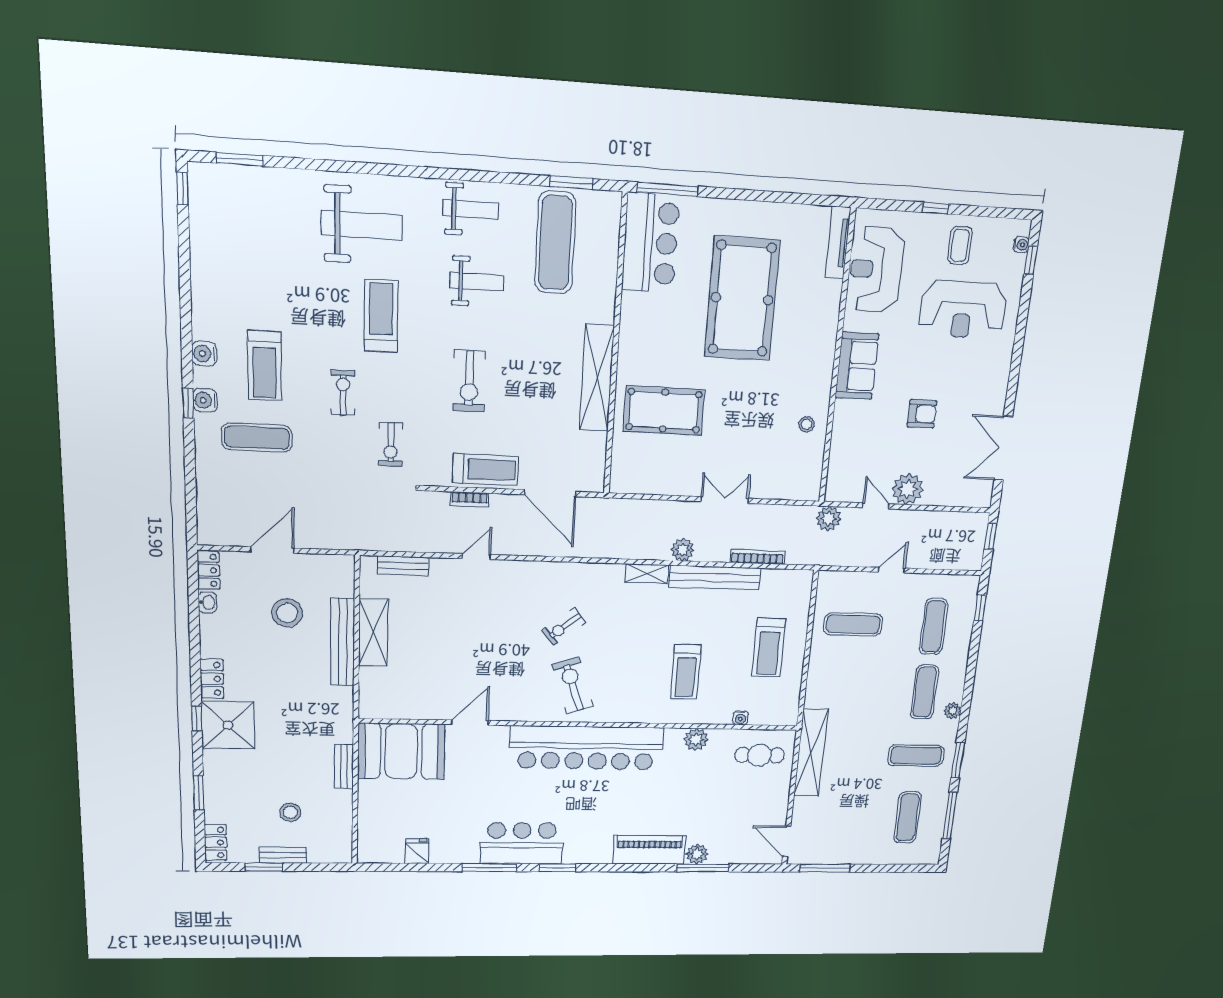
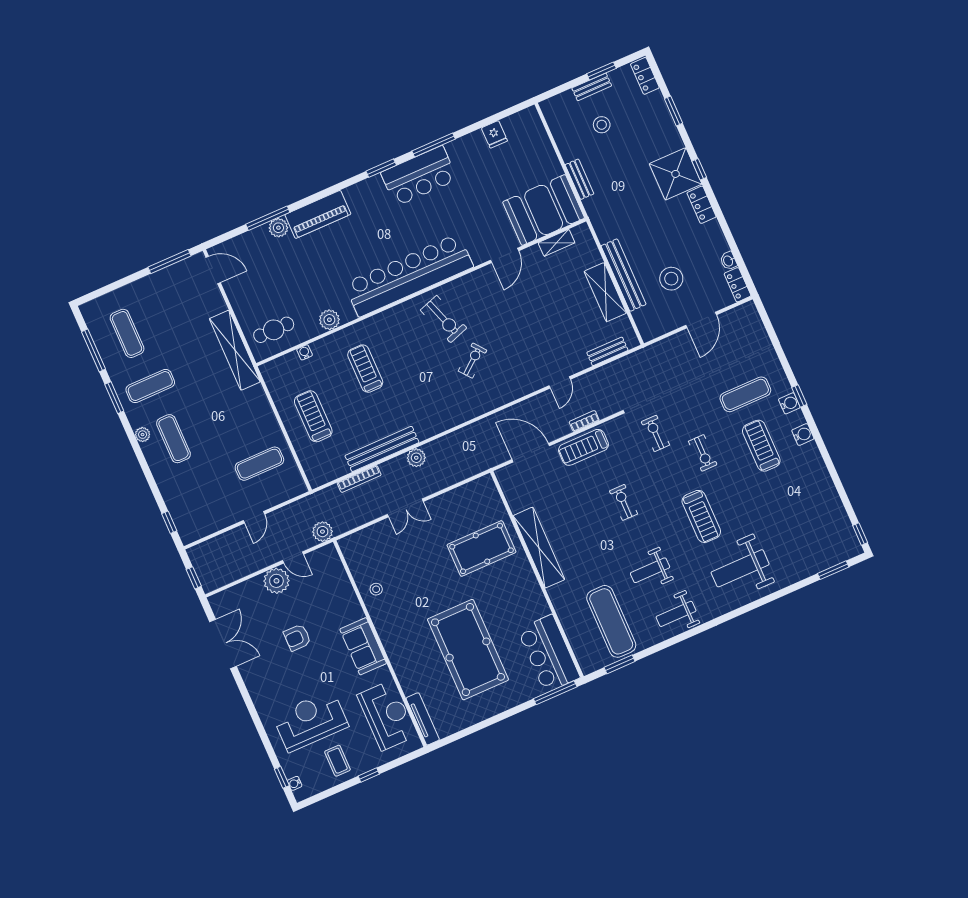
exercise bike: (469, 381) -> (624, 502), width x0.73, depth x0.72
shelving: (647, 574) -> (557, 243), moved
exercise mat: (934, 626) -> (197, 491), removed

